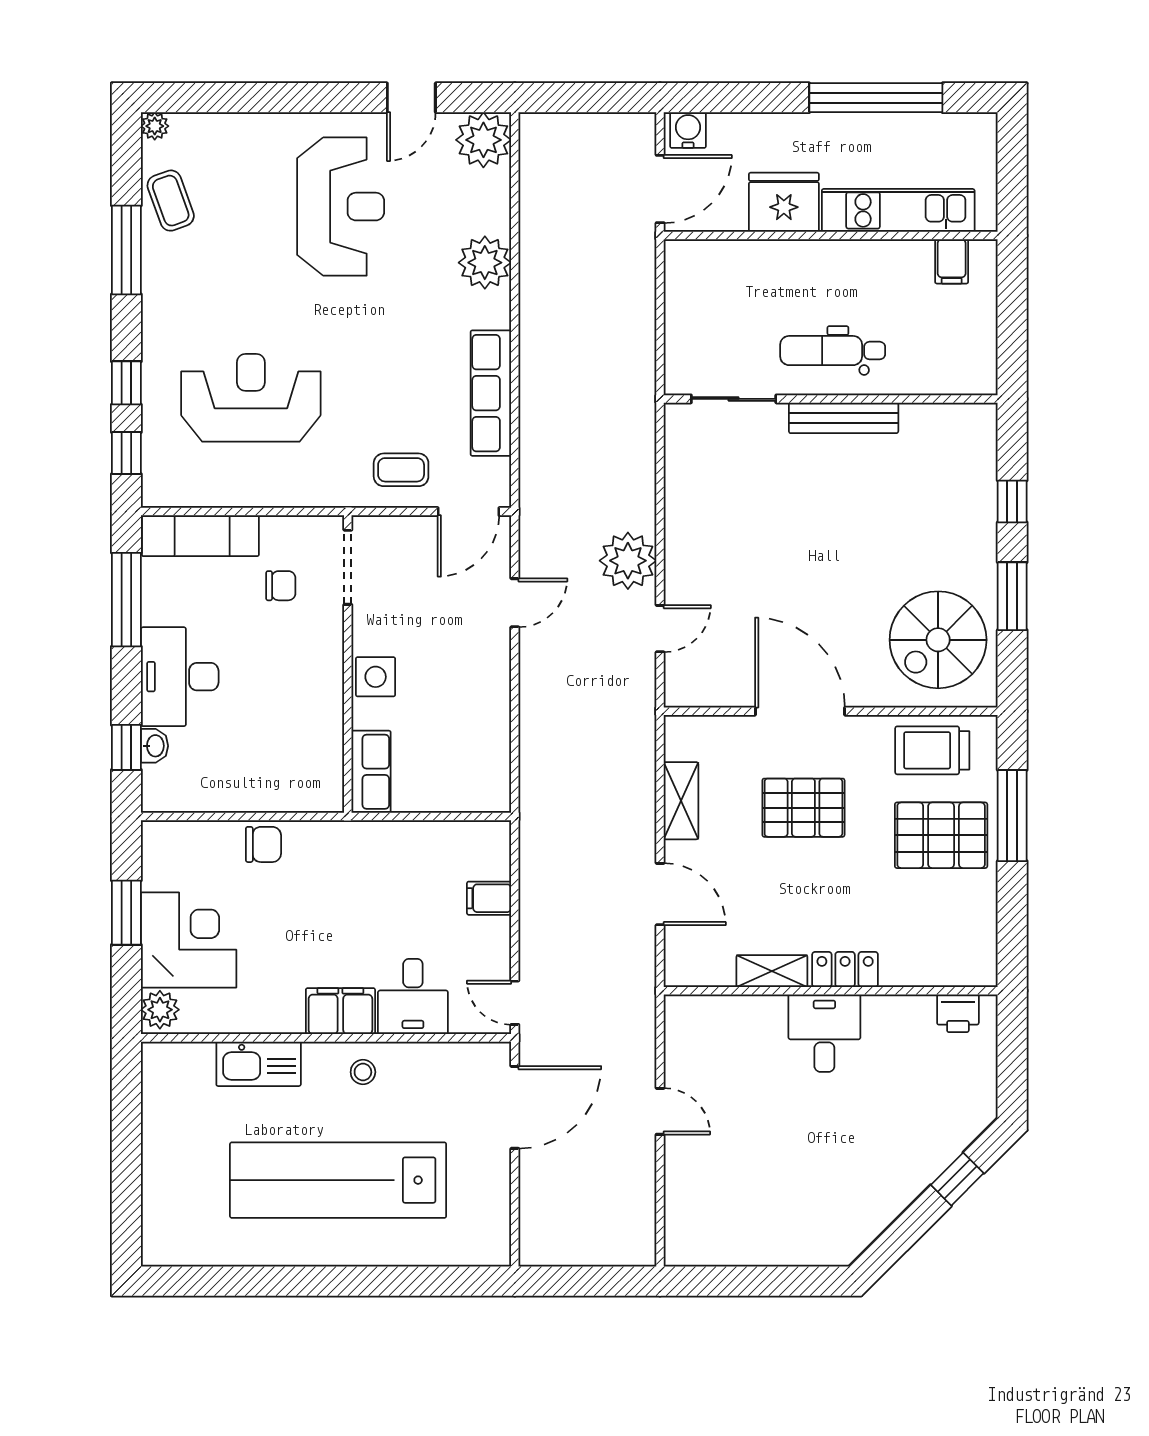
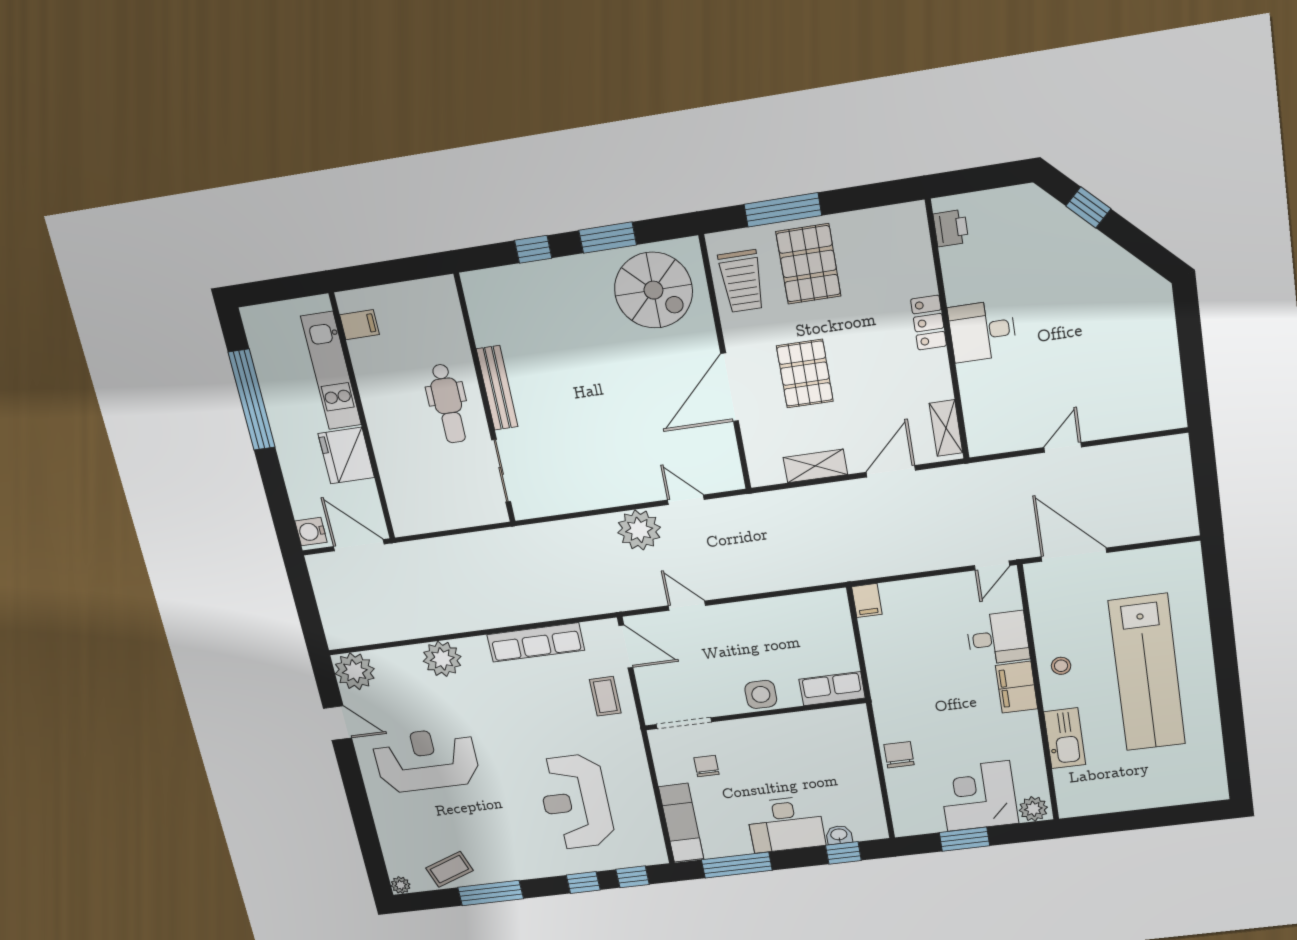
filing cabinet: (489, 898) -> (867, 601), moved
shelving: (772, 971) -> (946, 428), moved

